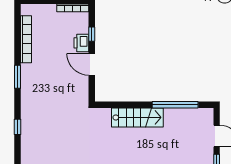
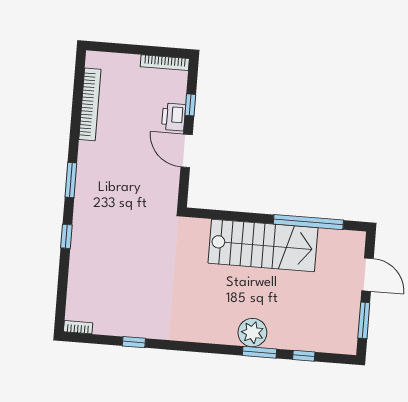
window: (17, 77) -> (71, 180), moved
stairs: (137, 117) -> (263, 245), width x1.36, depth x1.51

